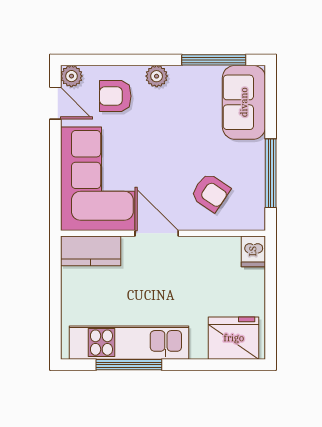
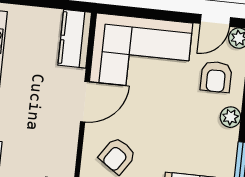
armchair: (115, 96) -> (216, 77), turned 180

